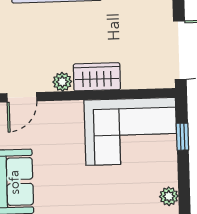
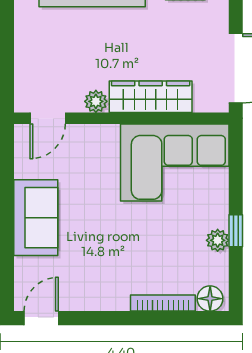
wardrobe: (97, 77) -> (151, 97), width x1.50
window: (182, 137) -> (236, 231), moved

